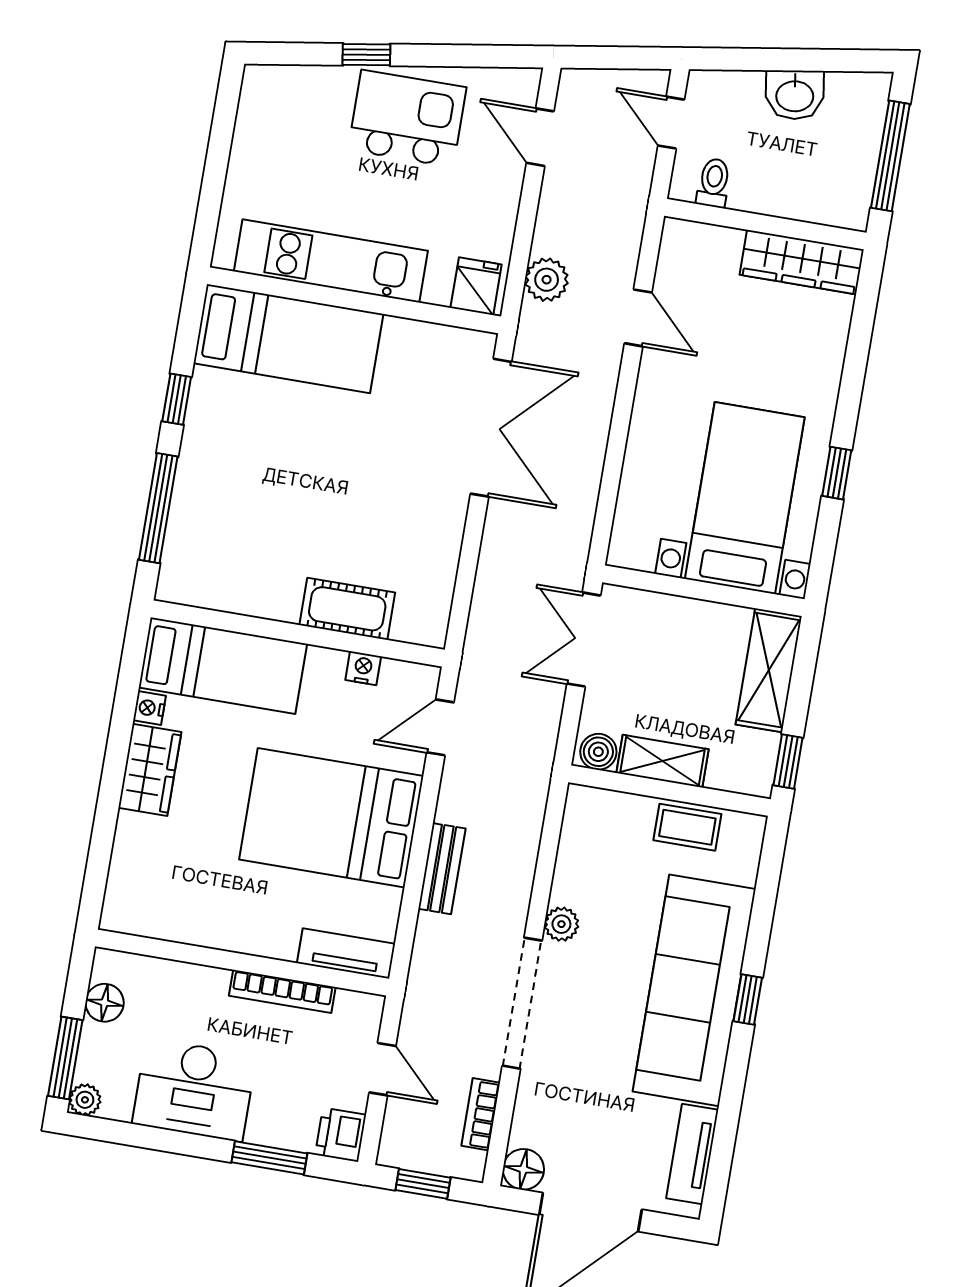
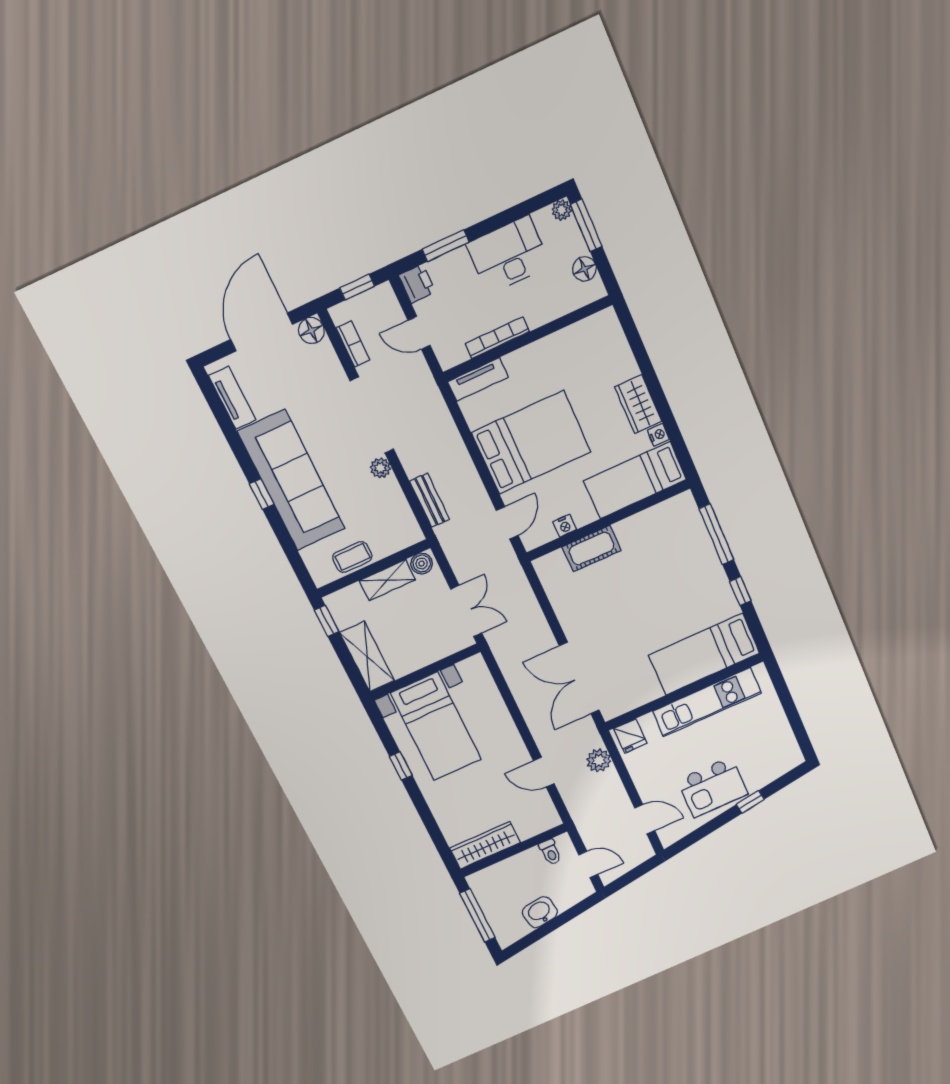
bench: (442, 869) -> (430, 500), moved

